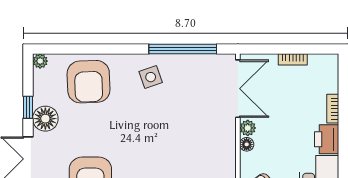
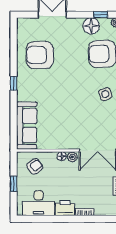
window: (28, 107) -> (101, 15), moved
floor lamp: (45, 119) -> (91, 26), moved

